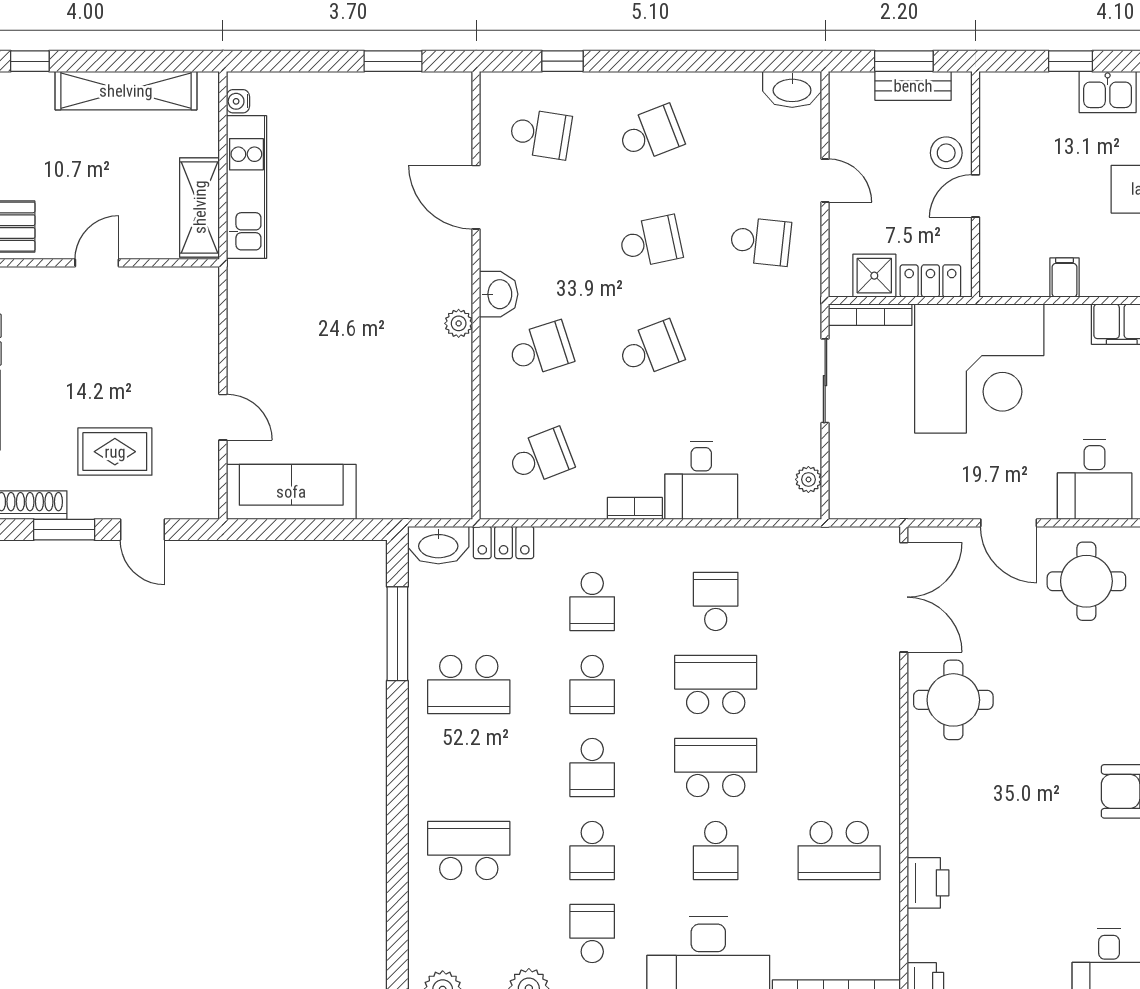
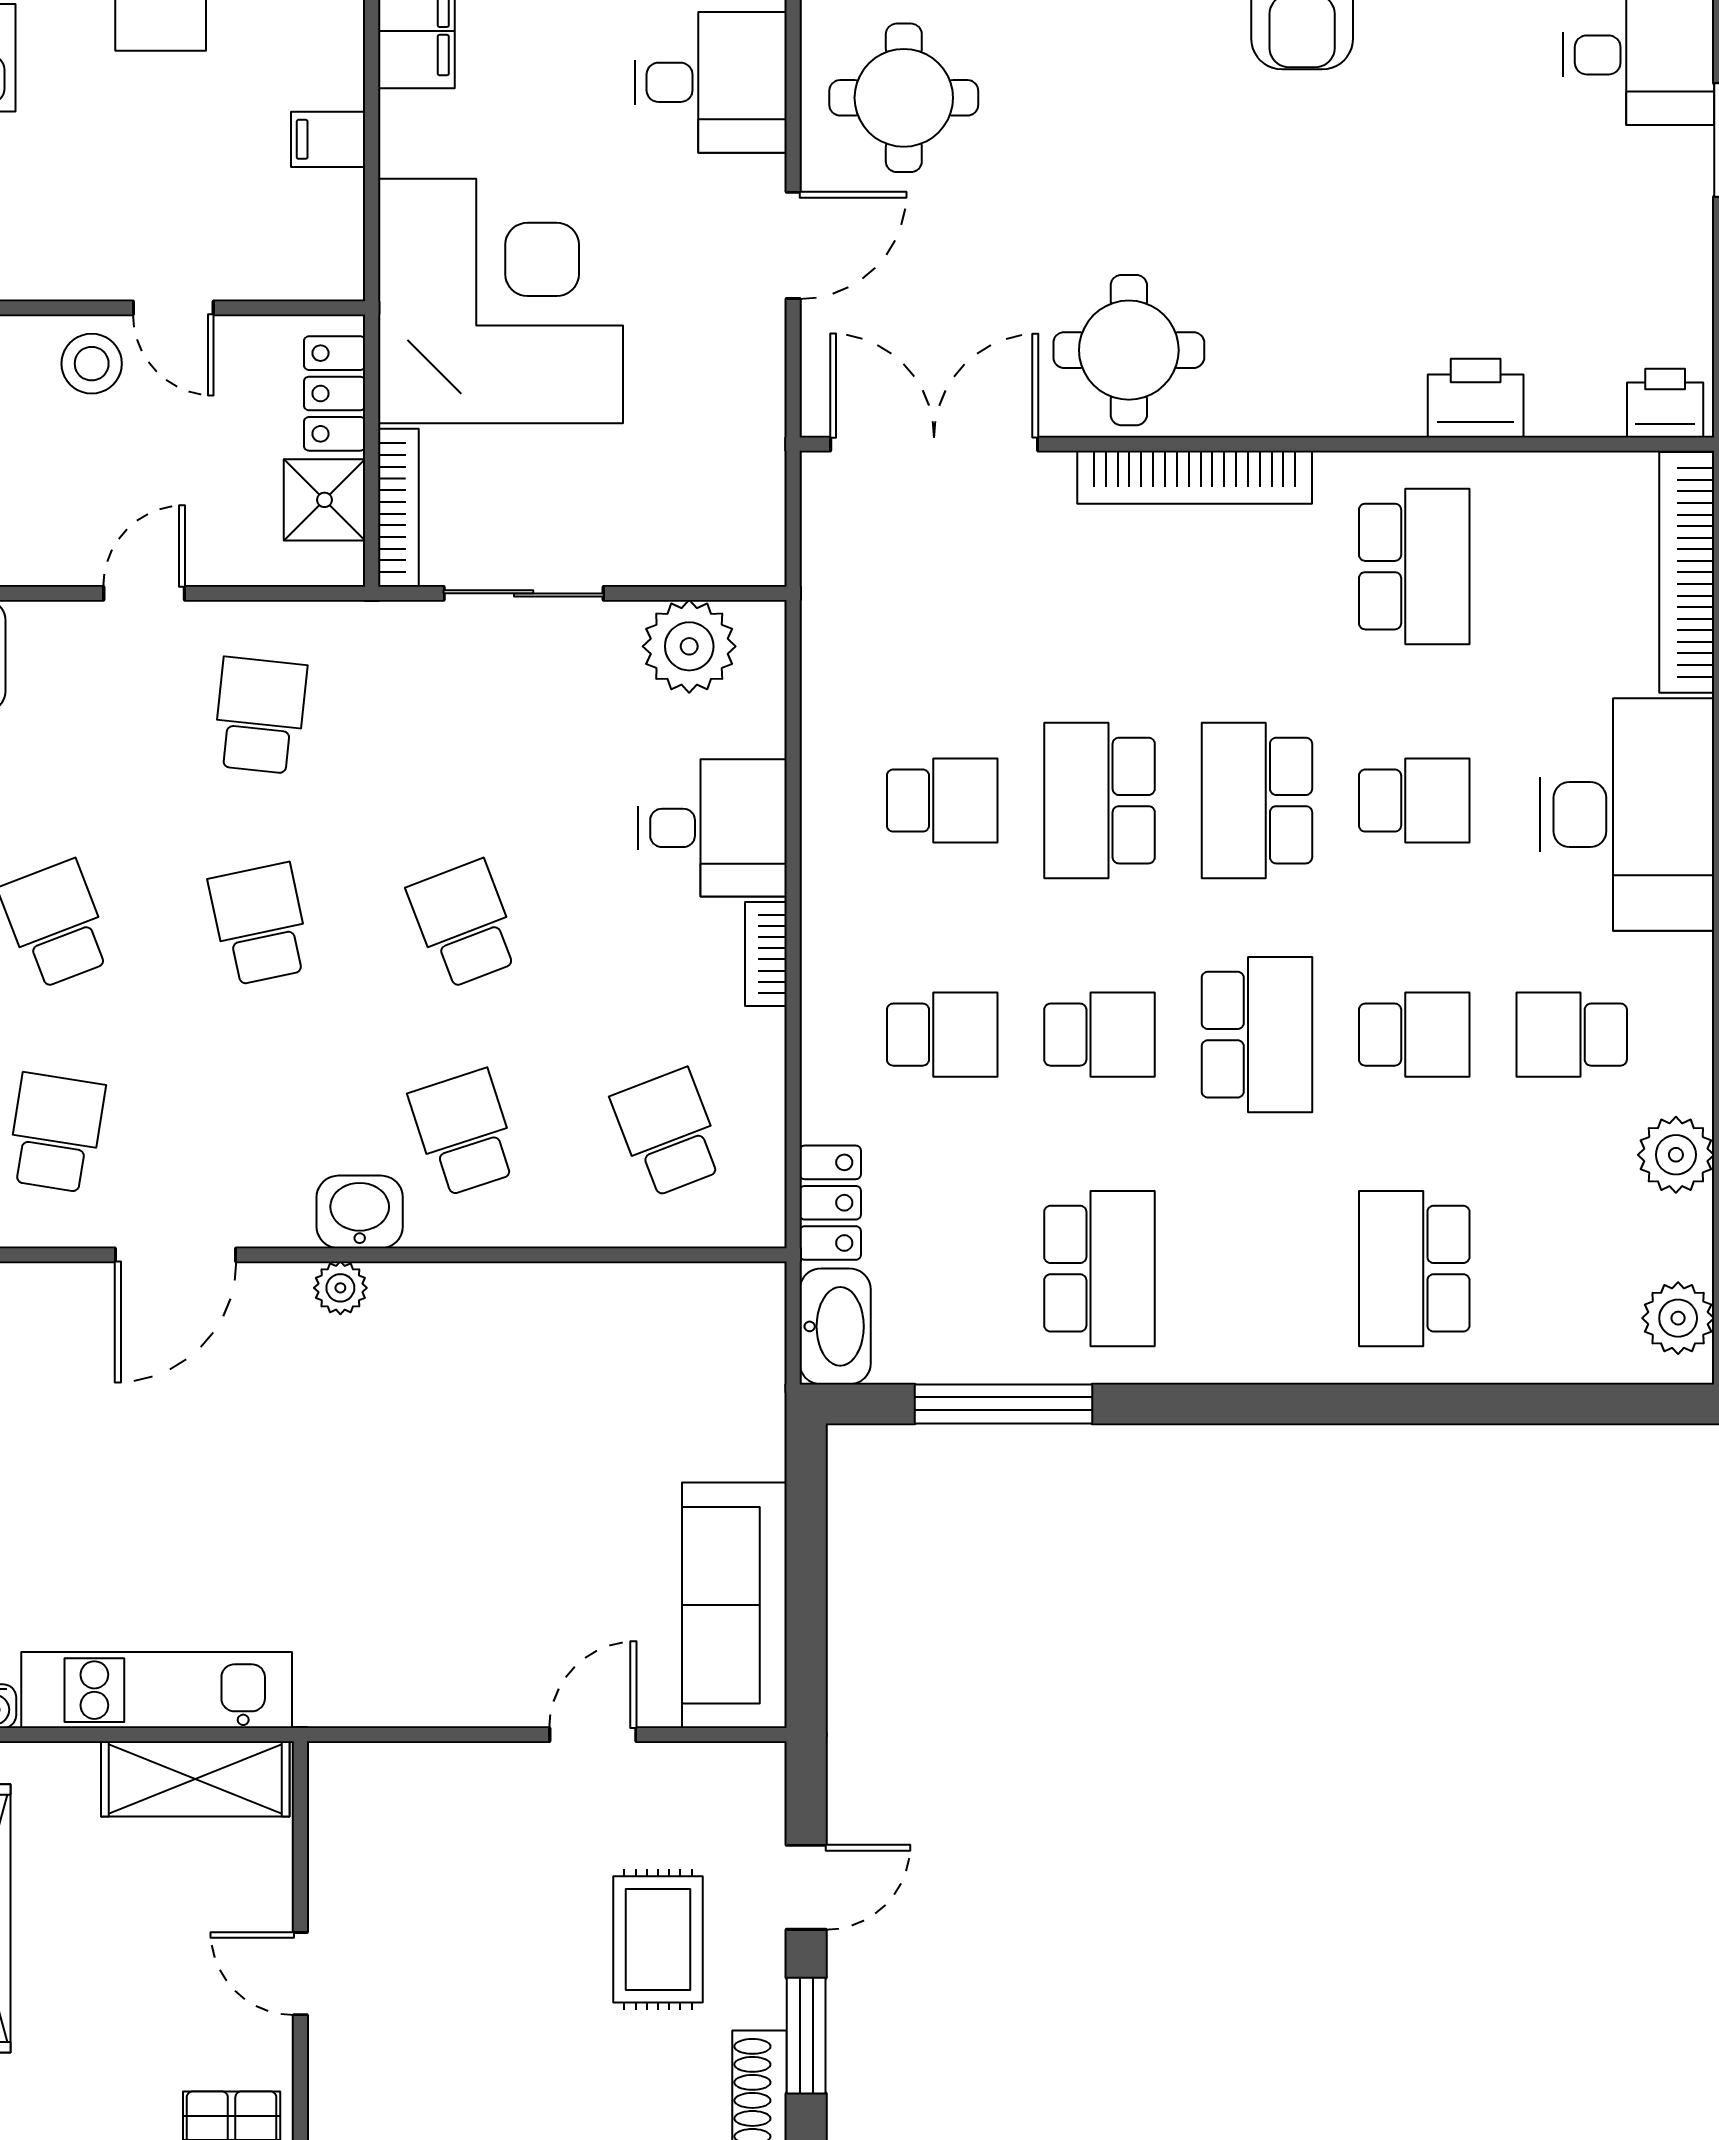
plant: (459, 323) -> (340, 1288), moved
plant: (808, 479) -> (689, 646), width x1.88, depth x1.88
school desk: (716, 601) -> (942, 801), turned 180
bookcase: (886, 735) -> (1195, 477), added
school desk: (592, 767) -> (1257, 1035), width x1.85

